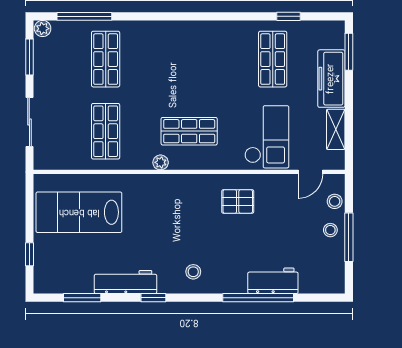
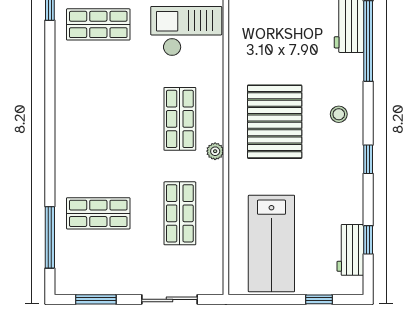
plant: (43, 29) -> (64, 285), removed
shop shelf: (106, 131) -> (180, 213), turned 90
pallet: (238, 201) -> (275, 122), moved, width x2.05, depth x2.00
workbench: (126, 282) -> (350, 250), moved, width x0.73
window: (82, 298) -> (368, 240), width x0.67

